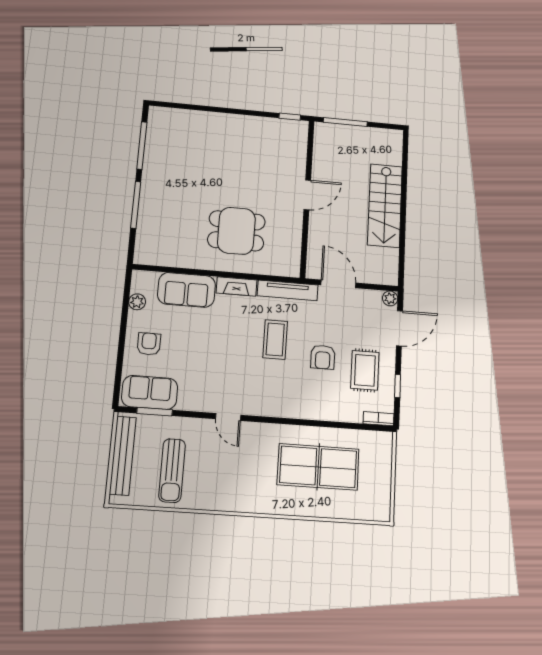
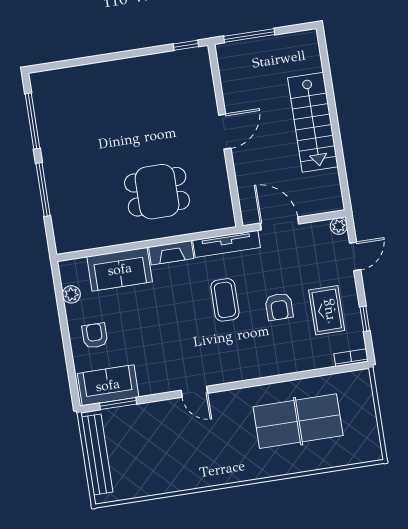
door: (399, 328) -> (355, 256), width x0.73
sun lounger: (172, 471) -> (150, 458), removed

